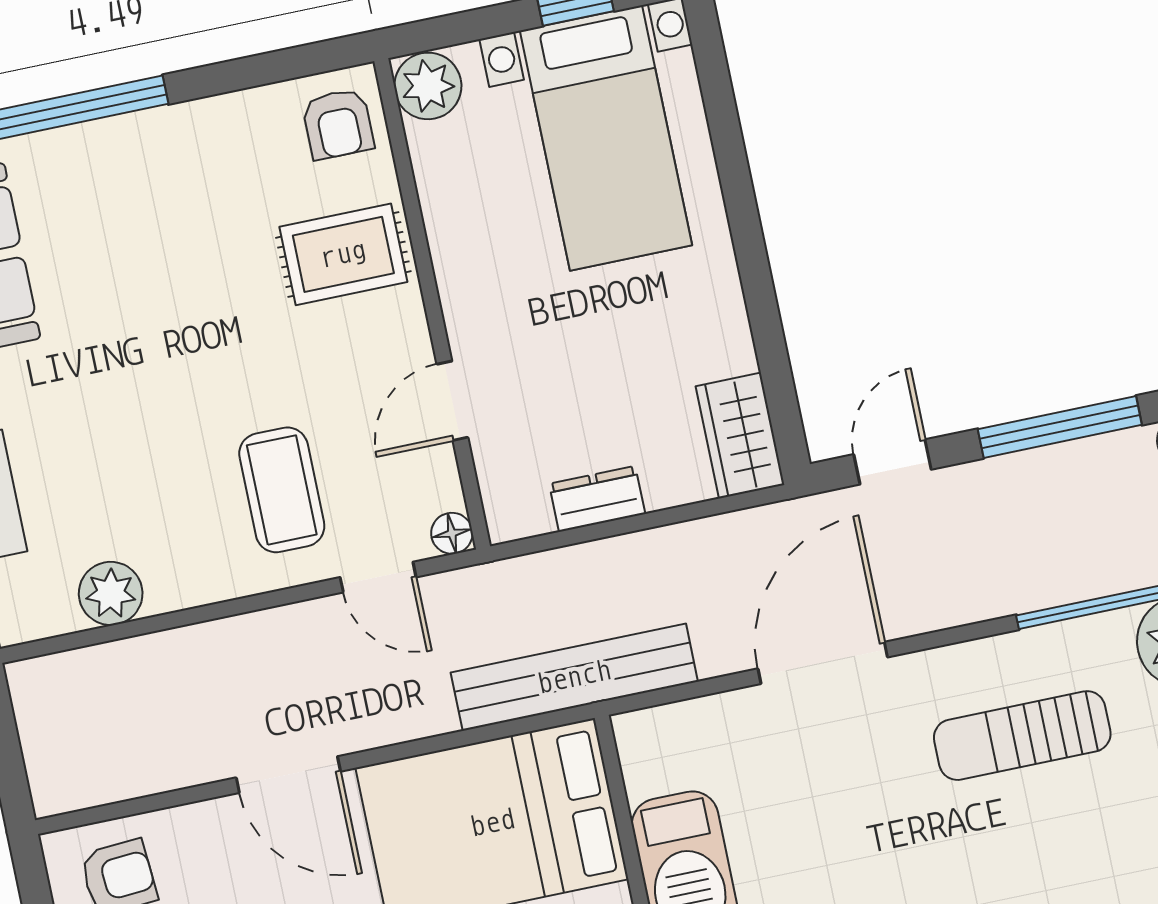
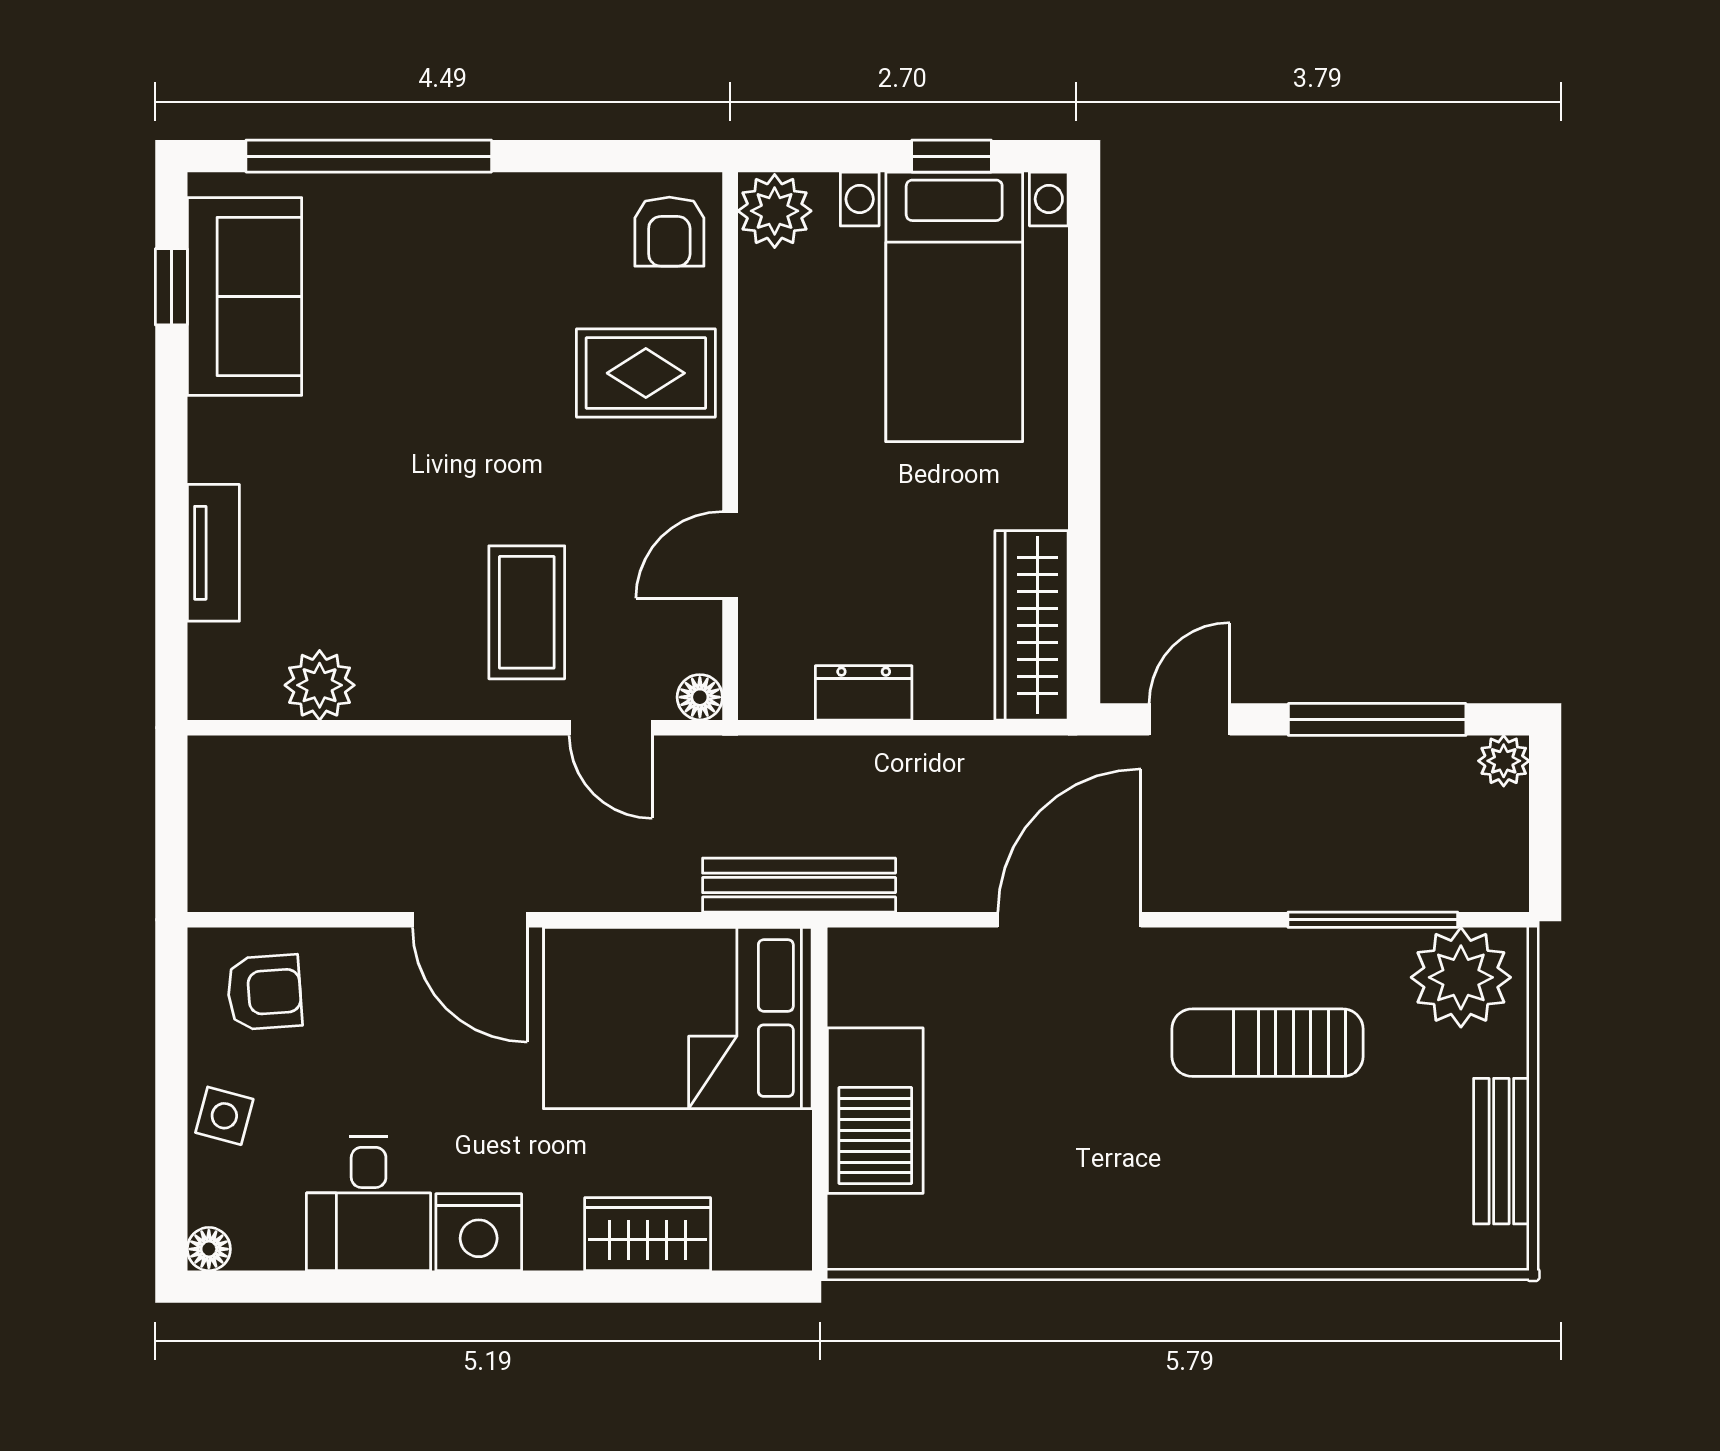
wardrobe: (740, 436) -> (1032, 625), width x1.50
bench: (574, 677) -> (799, 885), width x0.73, depth x0.82

